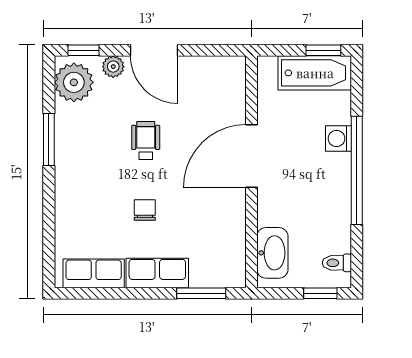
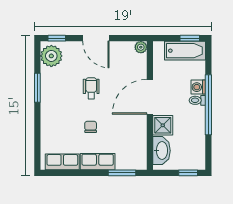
plant: (113, 67) -> (141, 47), moved
shower: (275, 207) -> (163, 125), added
toilet: (337, 263) -> (197, 100), moved

